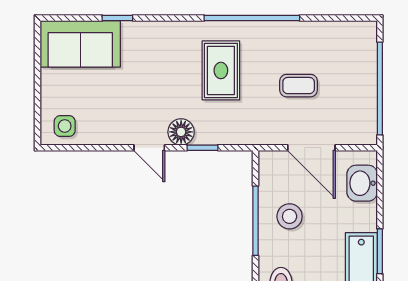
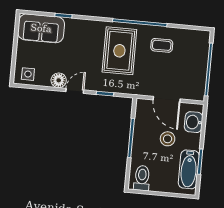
rug: (221, 70) -> (119, 51), width x1.36, depth x1.43
coffee table: (299, 86) -> (162, 45), moved
floor lamp: (181, 132) -> (59, 80), moved
door: (149, 148) -> (75, 91), swing flipped
stool: (290, 216) -> (168, 139), moved

